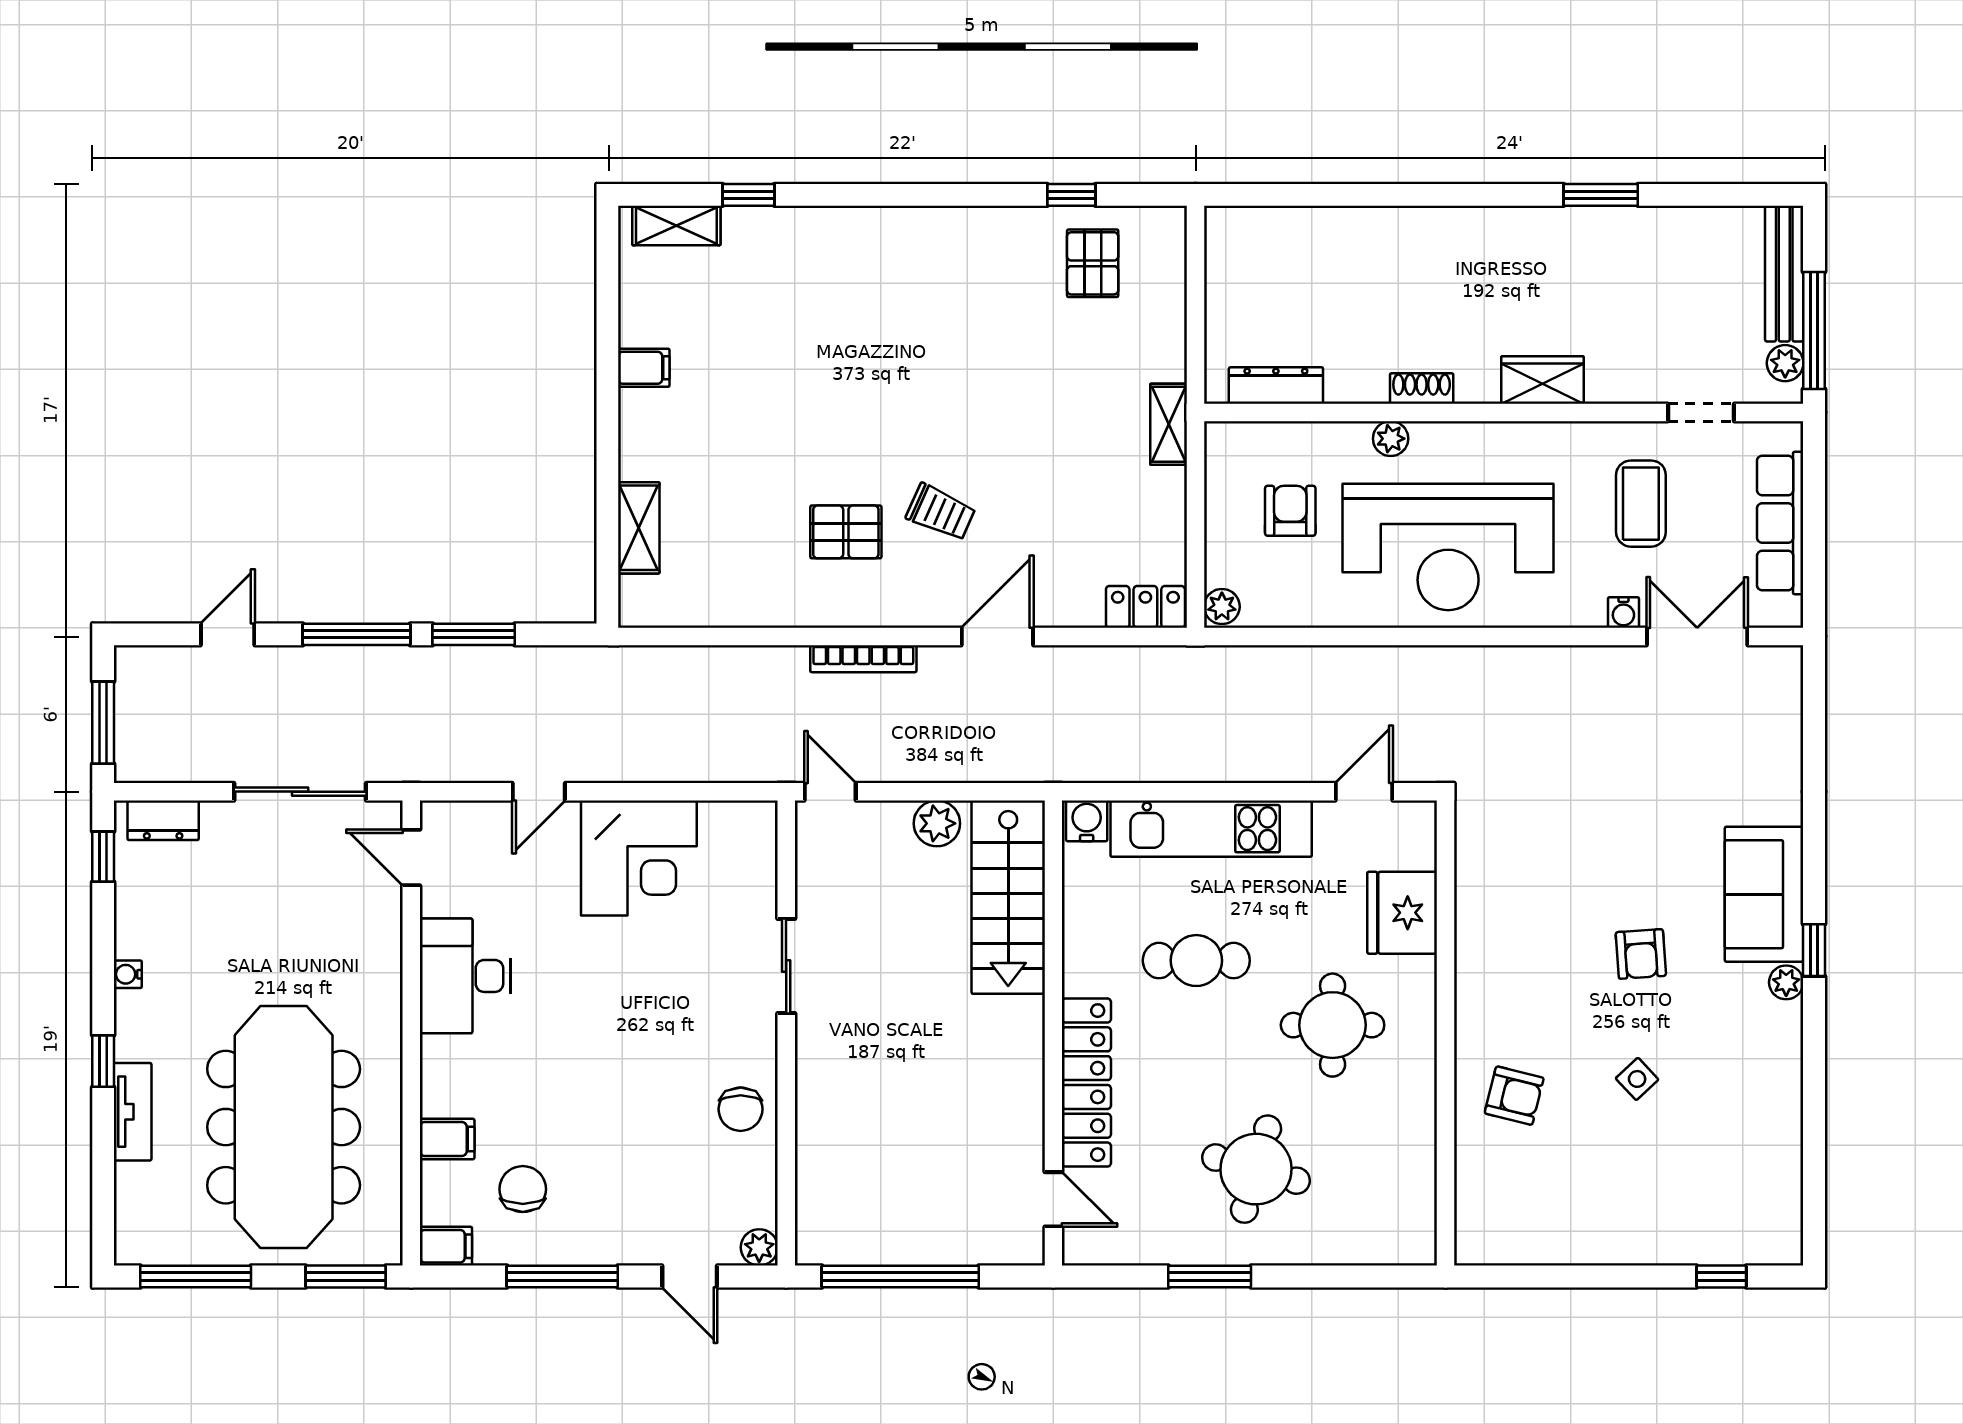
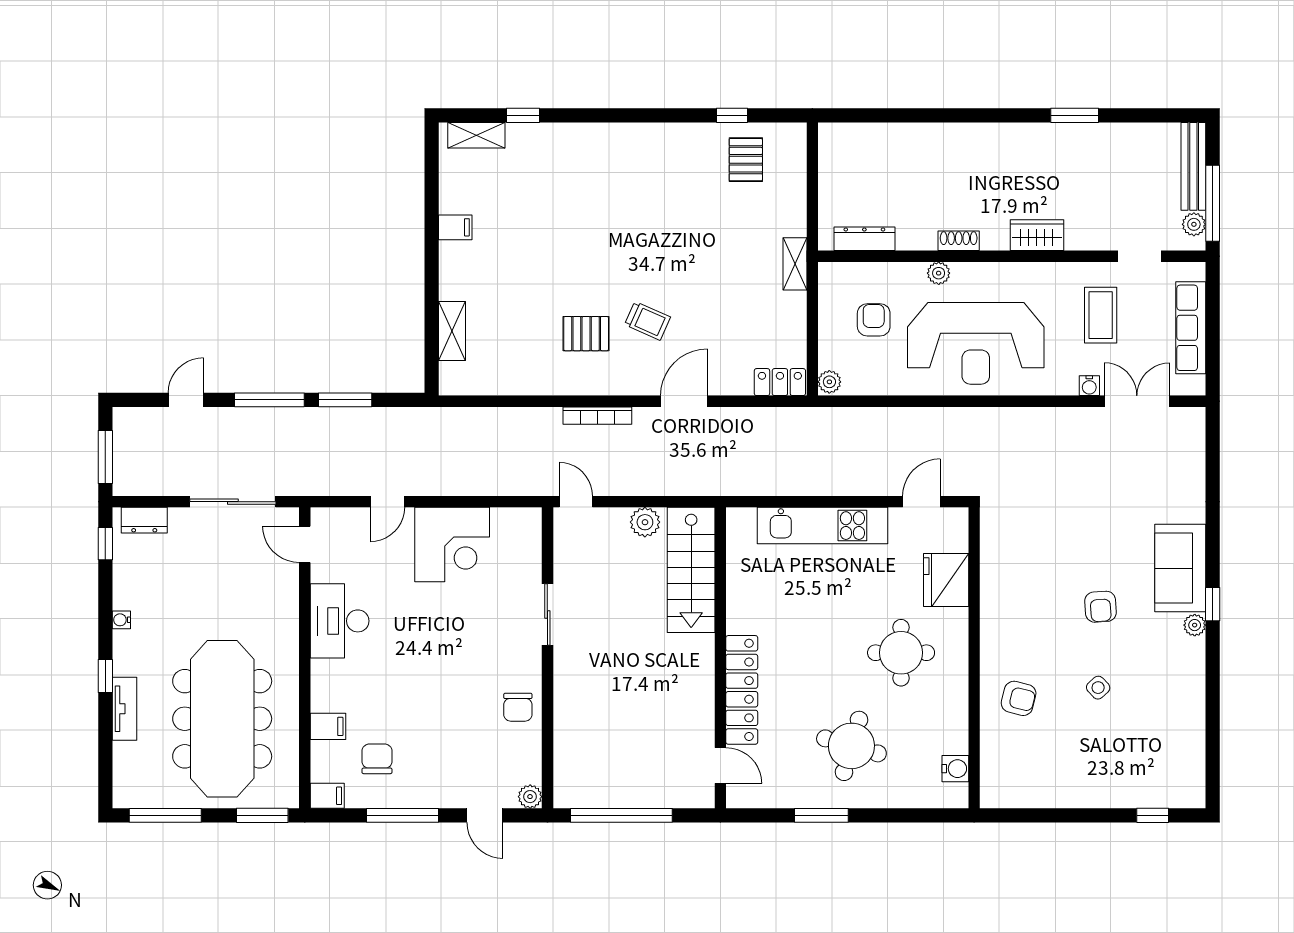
water cooler: (1087, 821) -> (955, 769), moved, turned 90
cafe table: (1196, 961) -> (813, 611), removed

